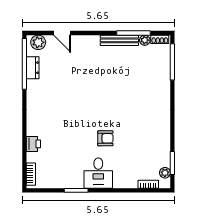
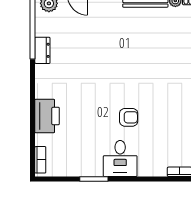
dresser: (33, 68) -> (42, 50), moved
printer: (33, 144) -> (47, 116), width x1.87, depth x1.48

